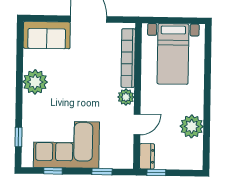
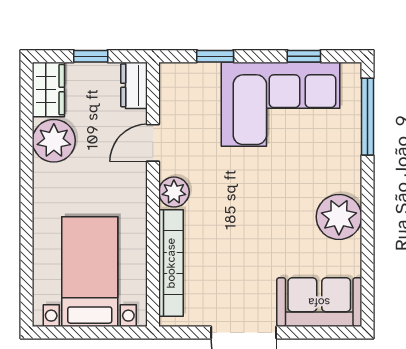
window: (19, 137) -> (367, 117), width x2.17
wardrobe: (194, 155) -> (48, 90), added
window: (156, 172) -> (91, 56), moved

